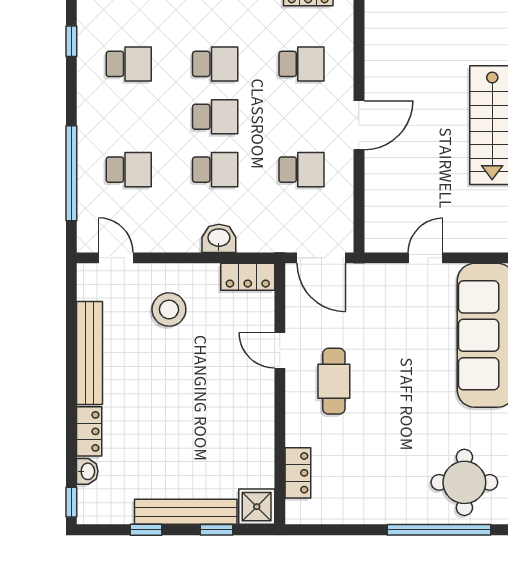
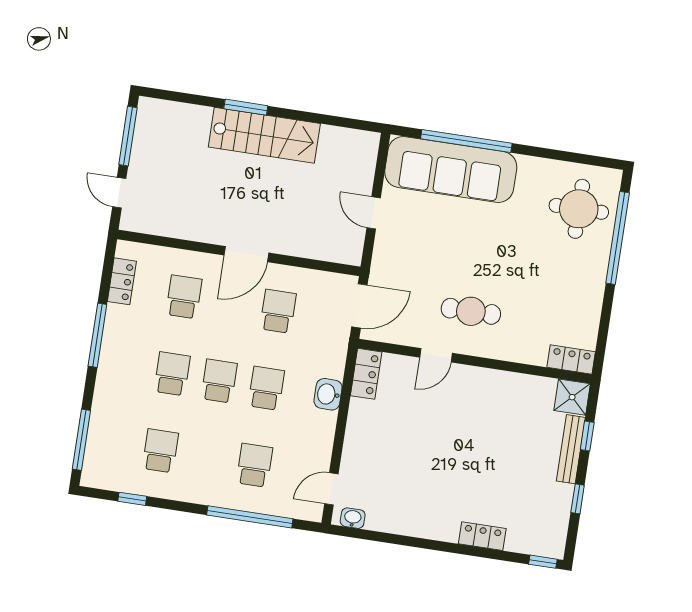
door: (359, 125) -> (246, 254), swing flipped
stool: (169, 309) -> (385, 448), removed
bench: (89, 353) -> (412, 525), removed
washbasin: (87, 471) -> (353, 518), moved
locker: (298, 473) -> (571, 360), moved
bench: (186, 512) -> (571, 449), width x0.73, depth x0.82

